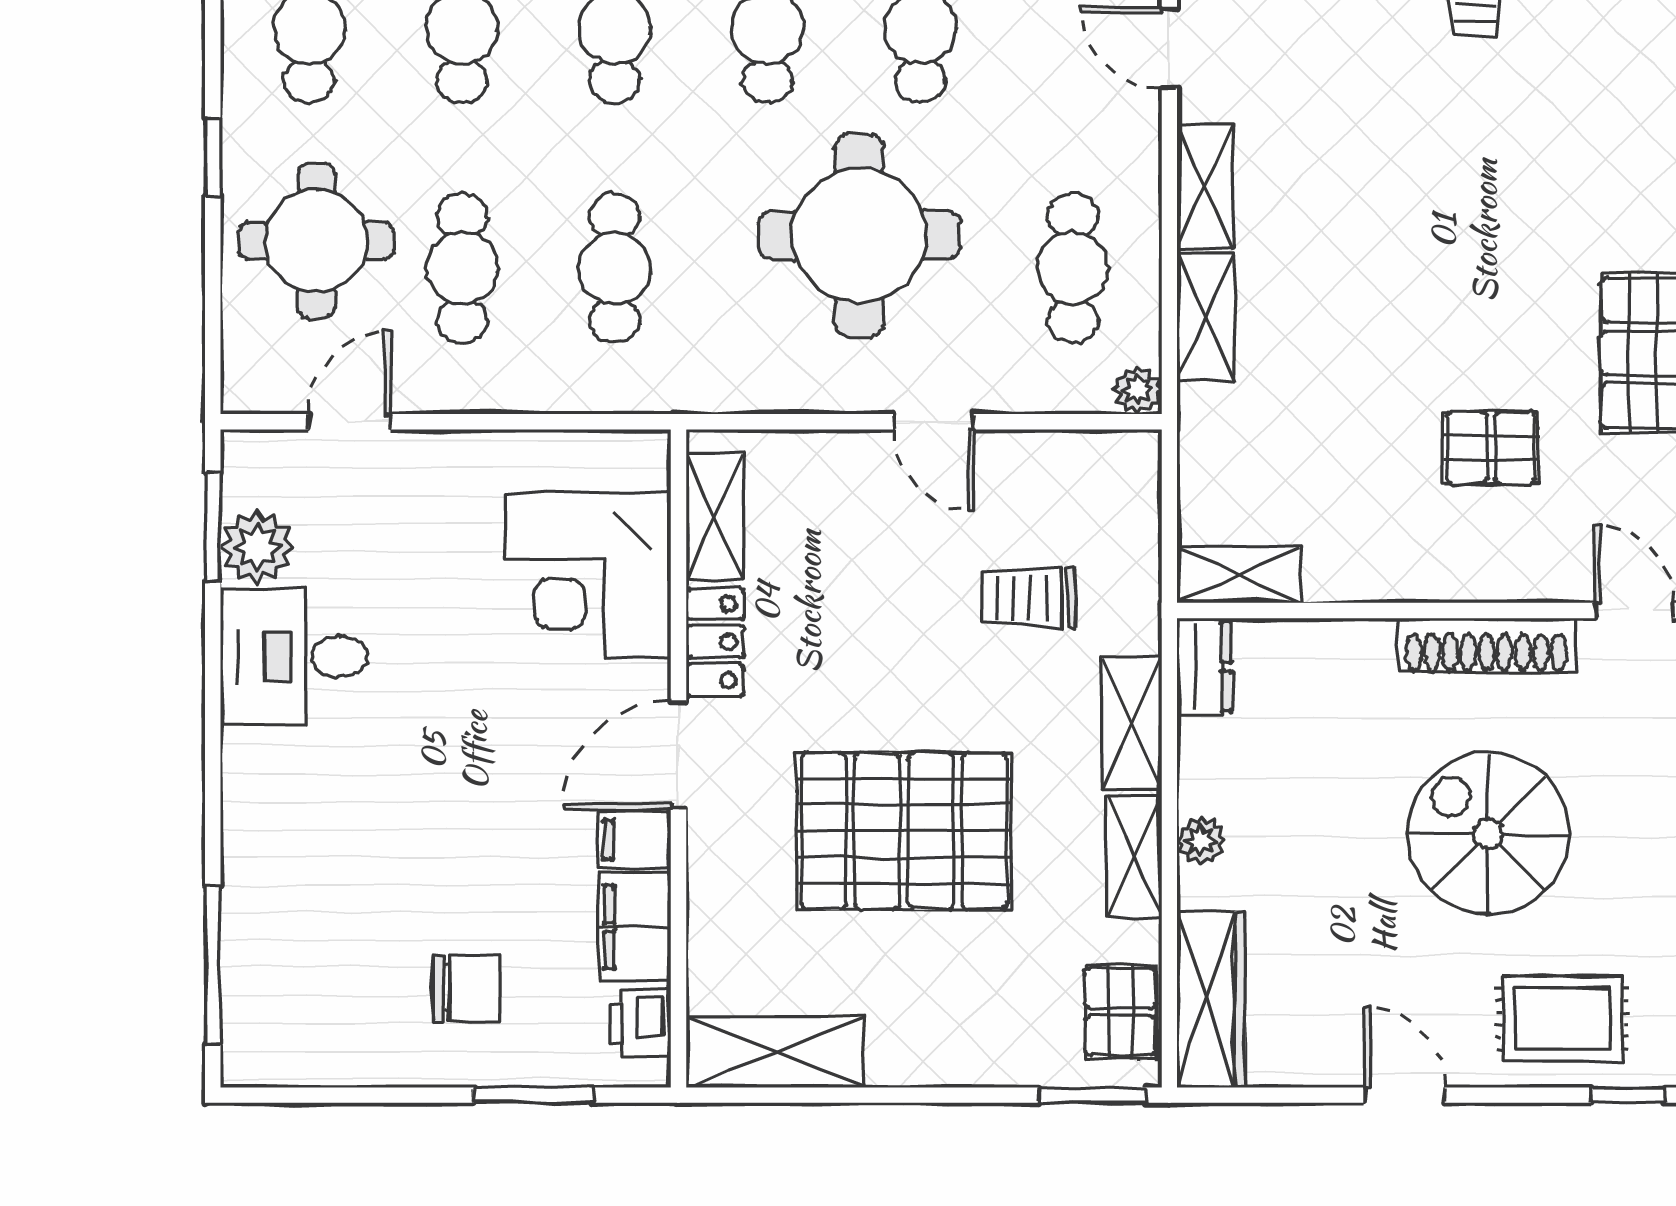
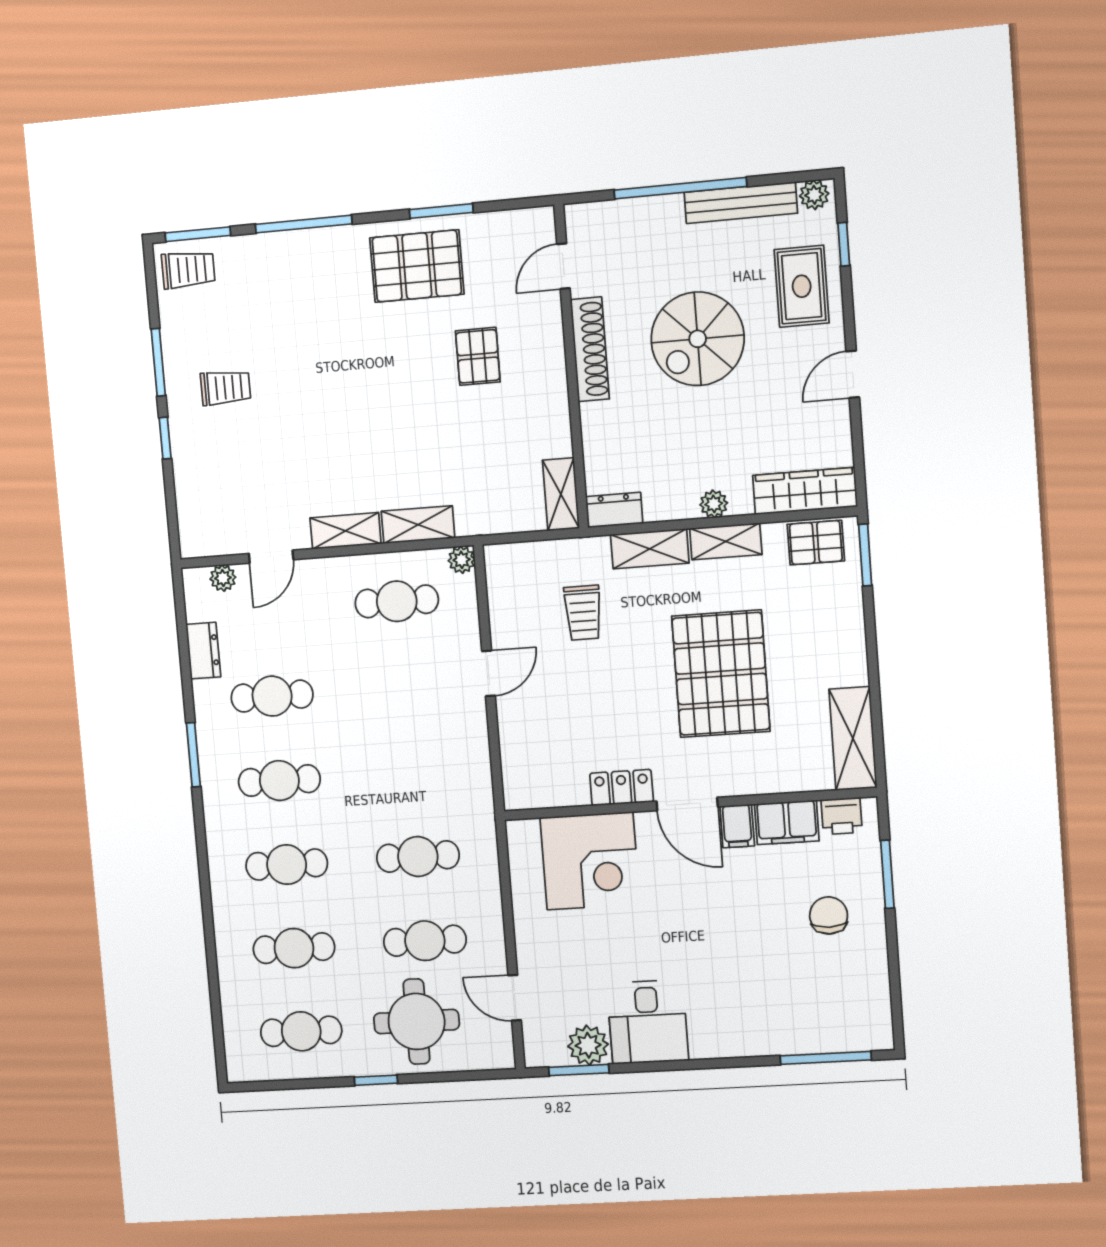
round table: (859, 235) -> (389, 722), removed
shelving: (714, 517) -> (551, 793), removed

